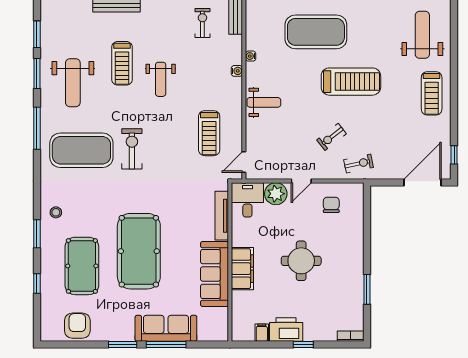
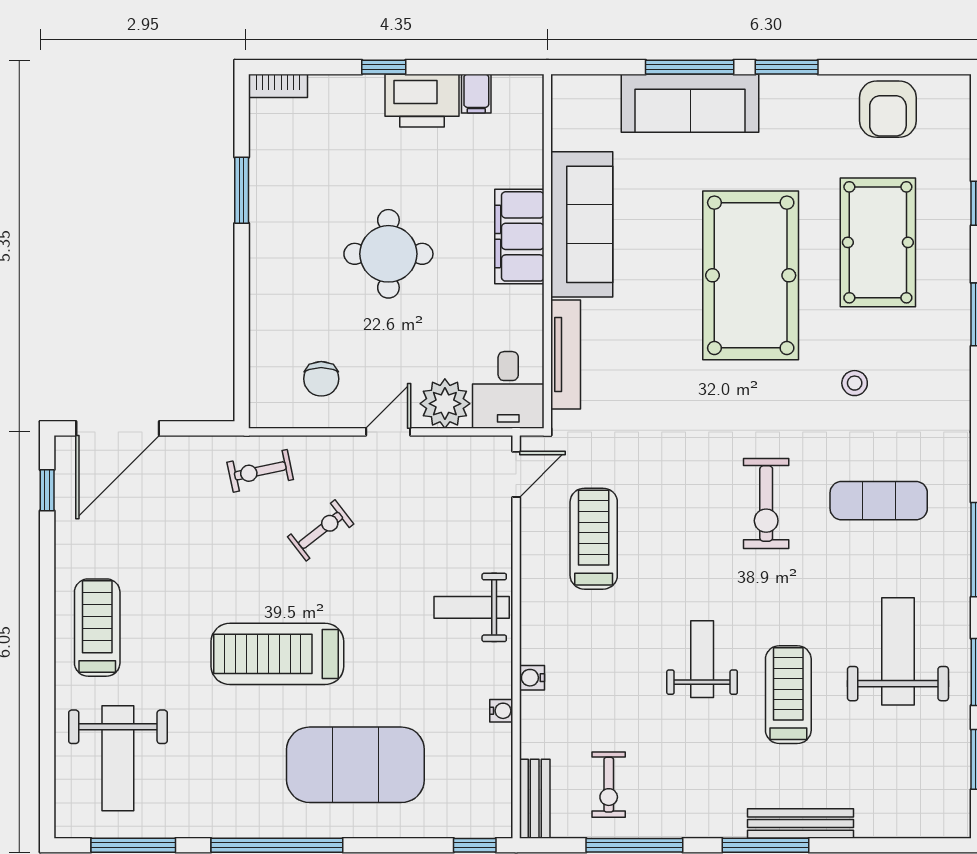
exercise mat: (81, 150) -> (879, 501), width x0.50, depth x0.69
stool: (56, 212) -> (855, 383), moved

